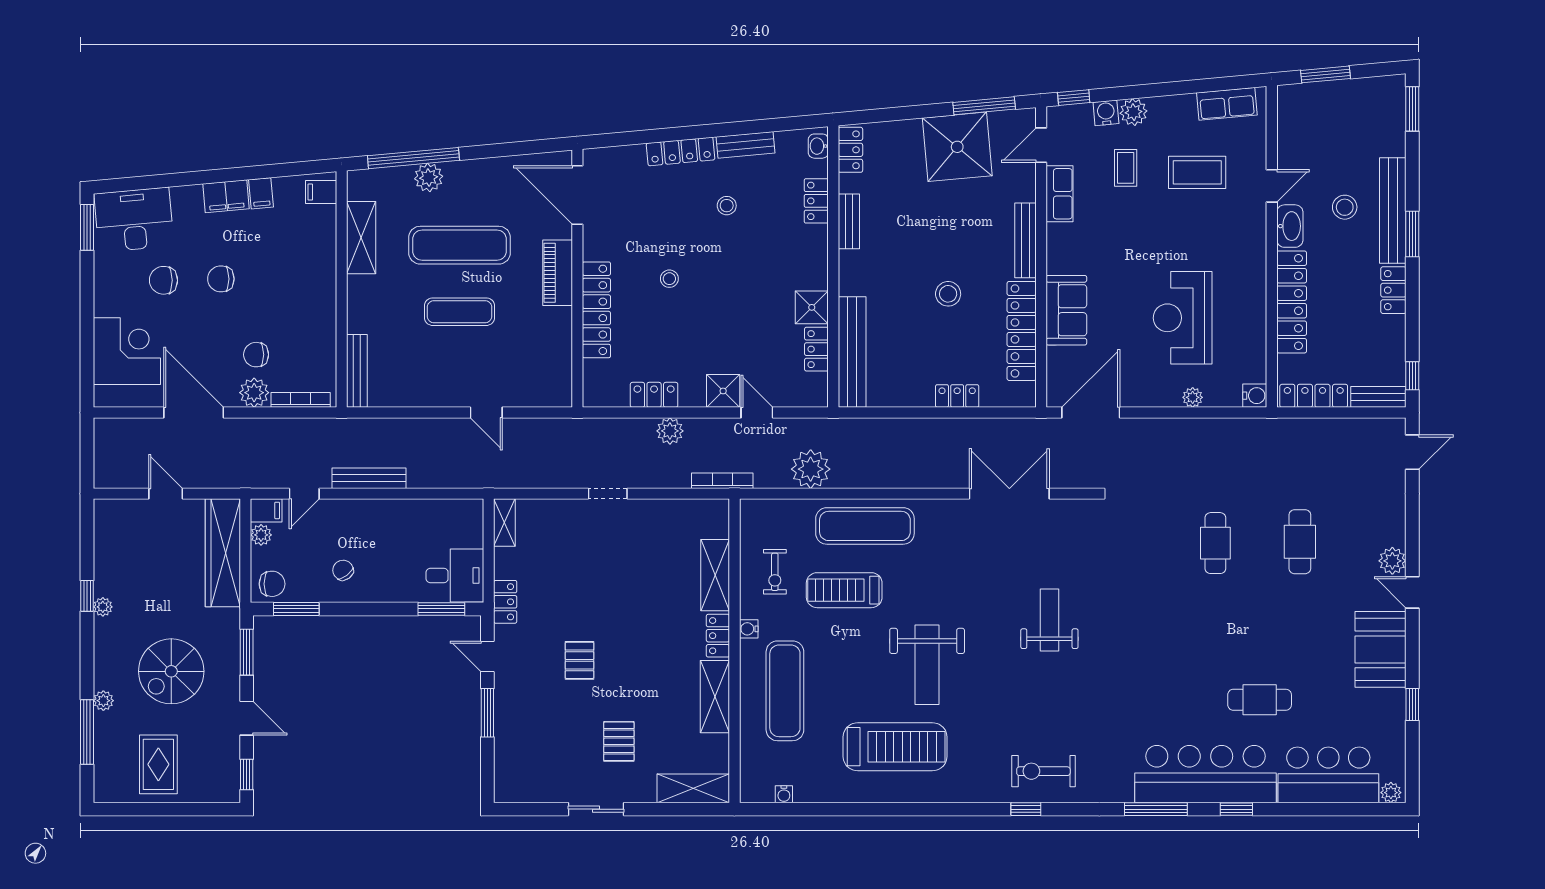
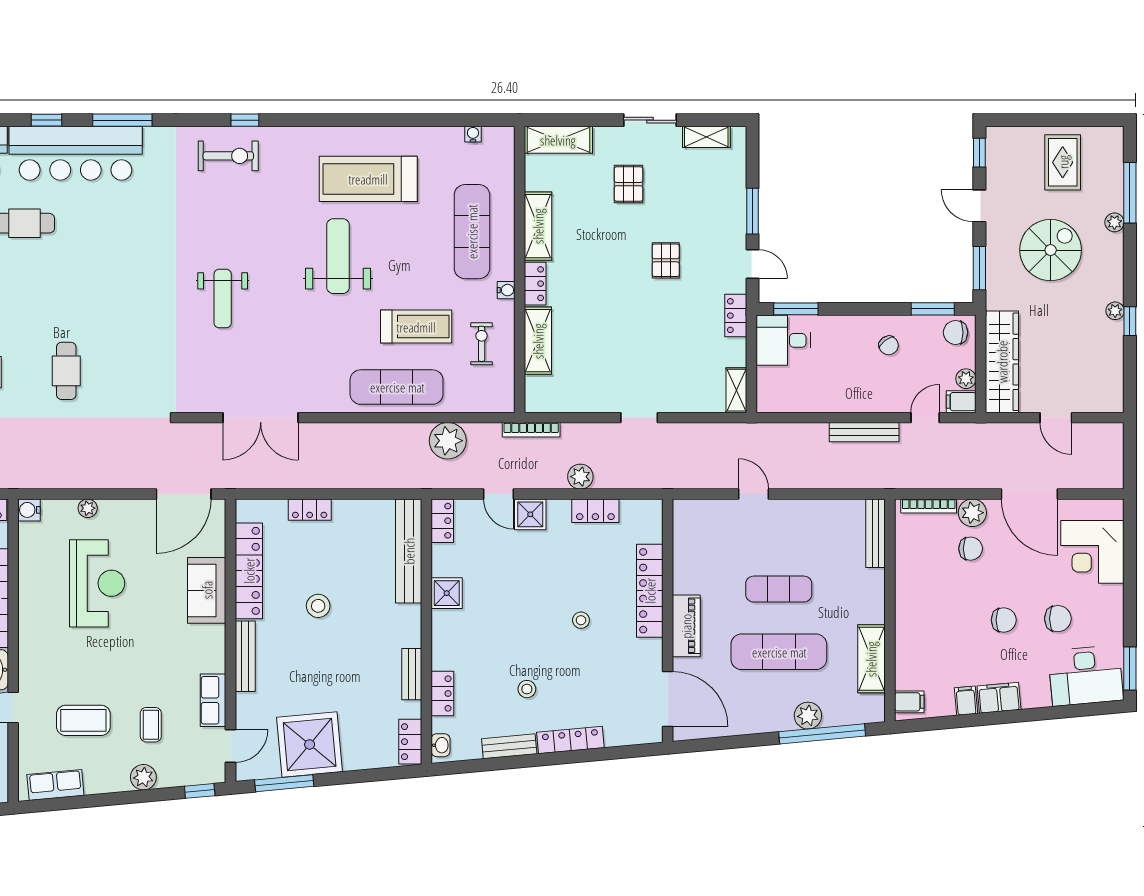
water cooler: (1106, 113) -> (169, 776), removed
locker: (816, 349) -> (442, 521), moved
shelving: (536, 791) -> (706, 137), added

